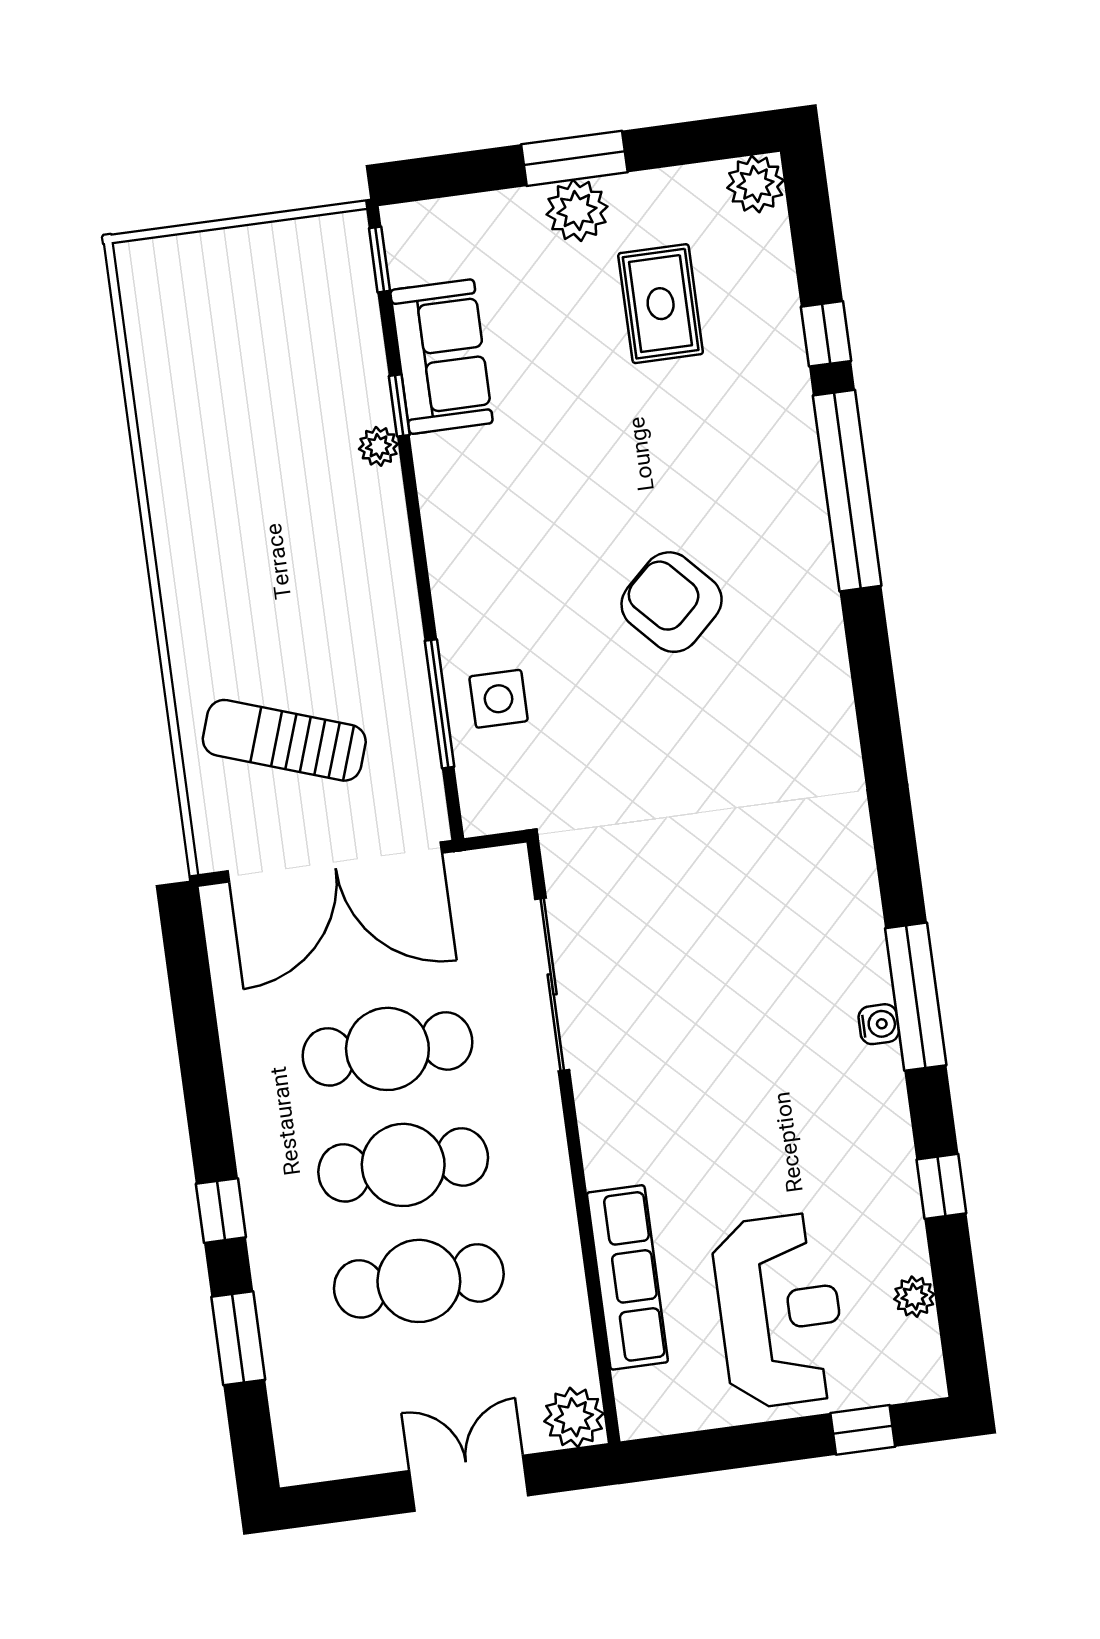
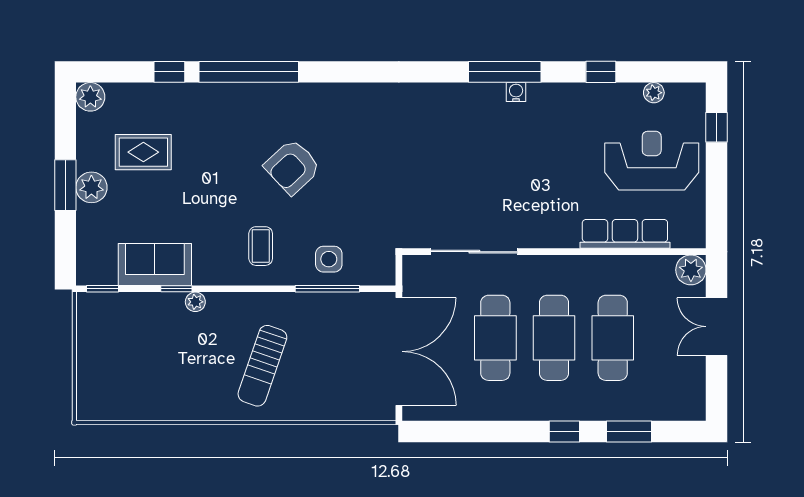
coffee table: (506, 561) -> (261, 246), added
sun lounger: (284, 740) -> (262, 366), moved

